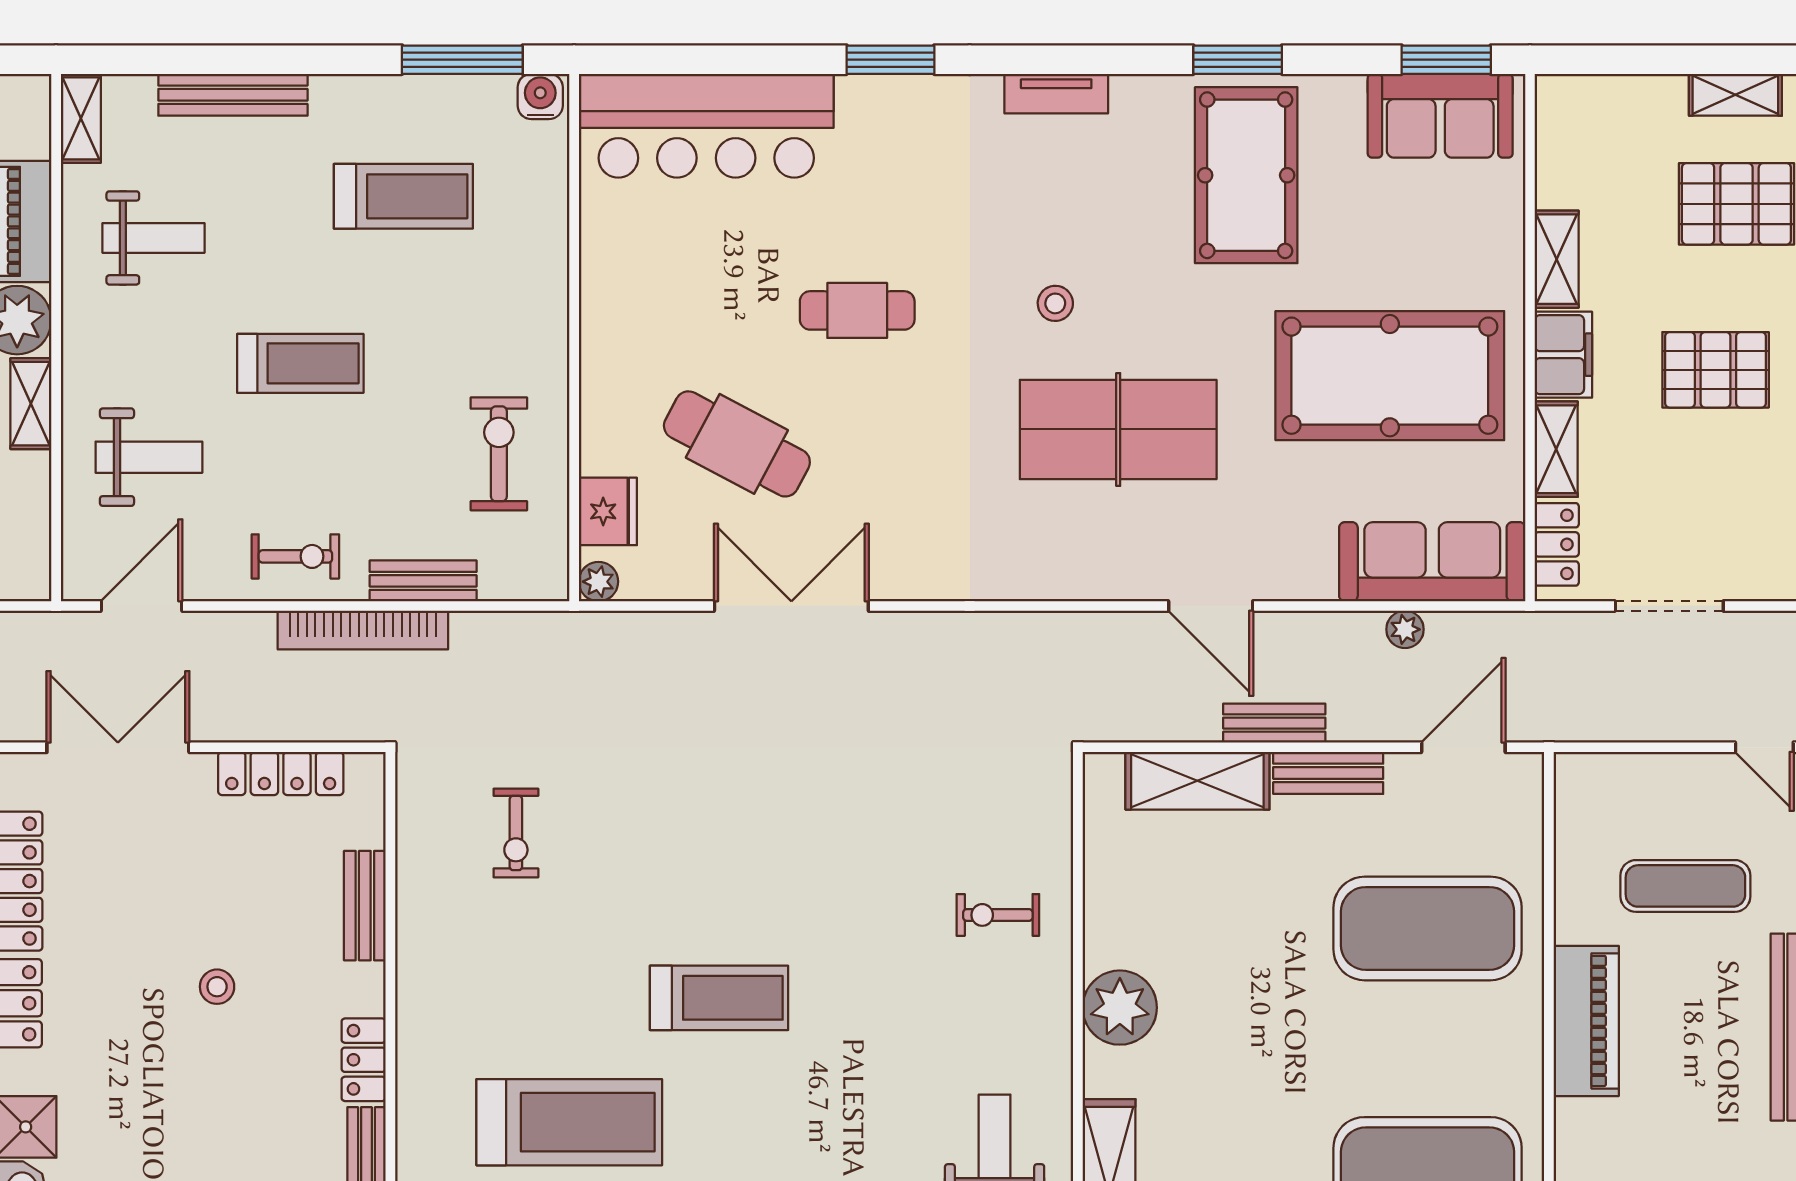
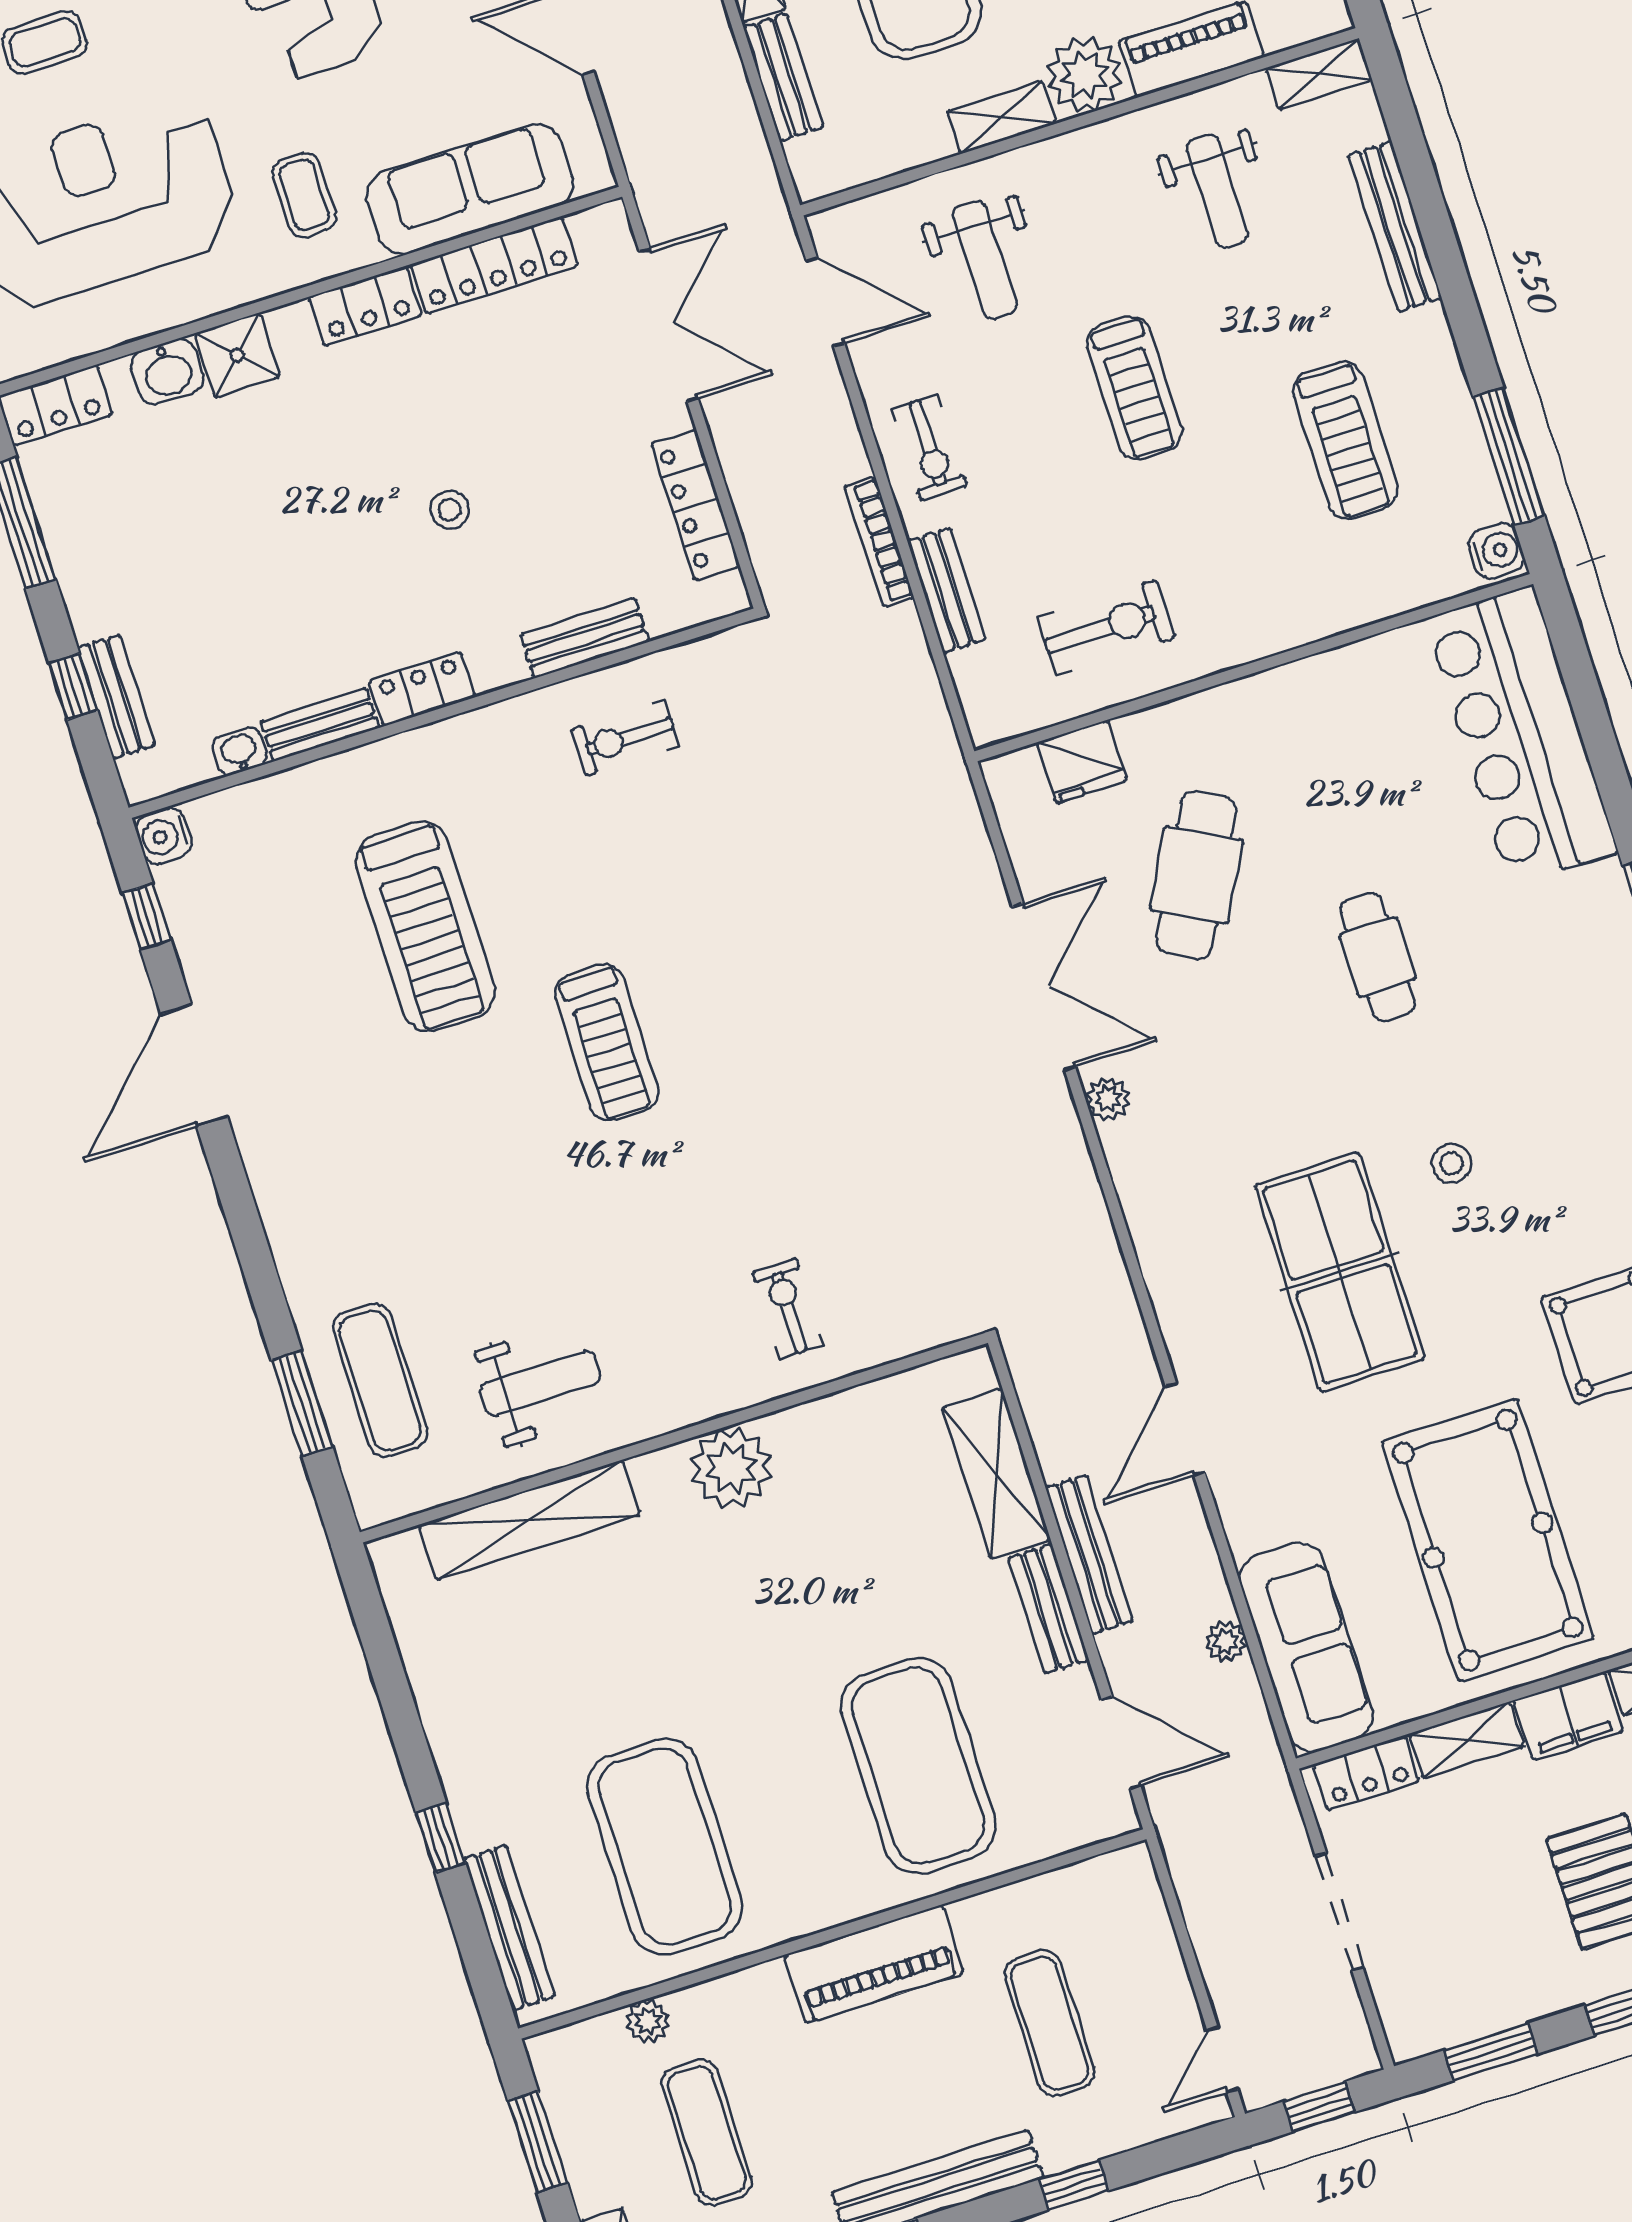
plant: (598, 582) -> (1108, 1099), moved
bookcase: (363, 630) -> (879, 542), width x0.68, depth x0.76
bench: (1274, 723) -> (1089, 1555), width x1.36
exercise bike: (516, 833) -> (625, 738), moved

